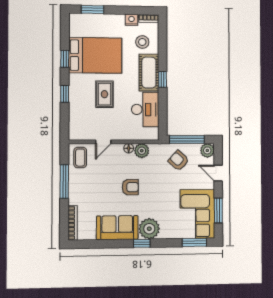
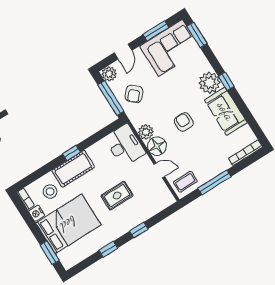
bed: (95, 55) -> (68, 224), moved, turned 90
desk: (145, 109) -> (125, 145), moved, turned 90
floor lamp: (129, 148) -> (157, 146), width x1.89, depth x1.89

